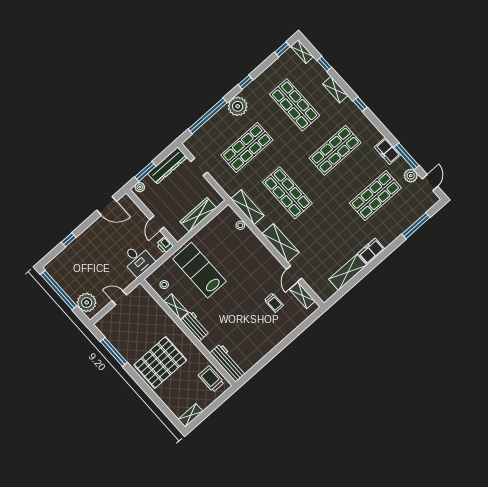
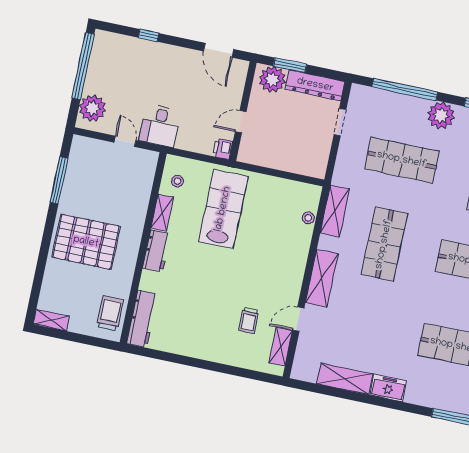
plant: (140, 187) -> (272, 79), width x1.88, depth x1.88
wardrobe: (198, 215) -> (285, 161), removed
desk: (138, 260) -> (160, 126), moved

